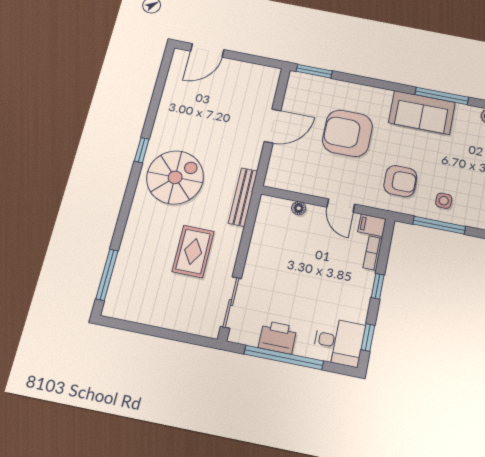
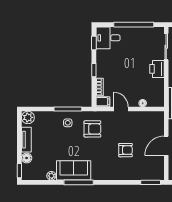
sofa: (422, 113) -> (74, 170), moved
armchair: (347, 133) -> (126, 150), width x0.53, depth x0.53
armchair: (400, 181) -> (92, 129), turned 180
printer: (278, 337) -> (157, 69), moved, turned 90

